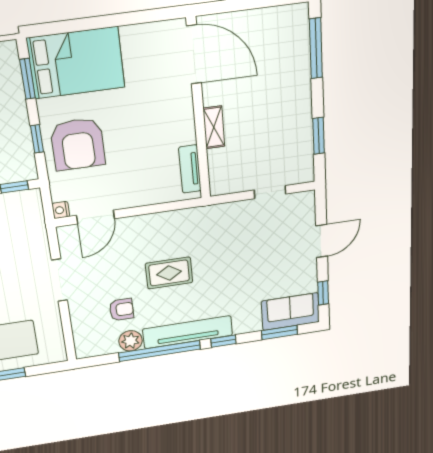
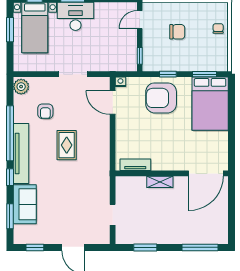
sofa: (290, 312) -> (25, 204), moved
plant: (131, 341) -> (21, 87), moved

